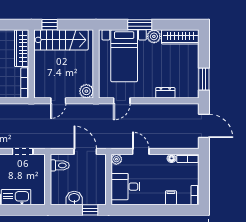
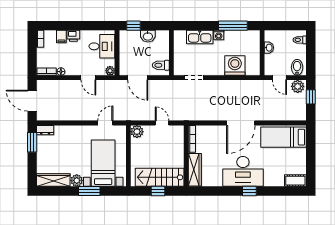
window: (50, 25) -> (158, 191), moved
dresser: (165, 93) -> (45, 130), moved
door: (58, 101) -> (162, 123), hinge flipped
printer: (158, 198) -> (73, 36), added

